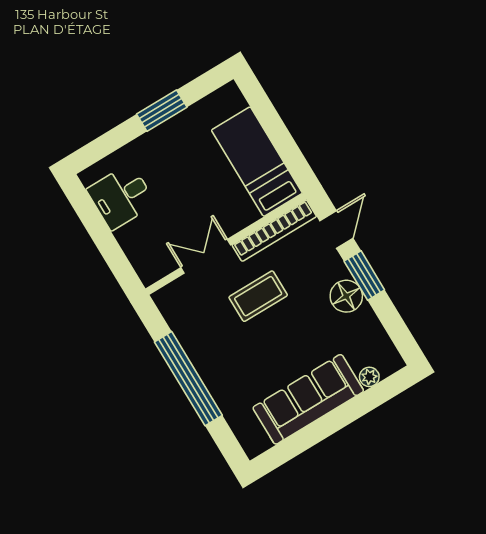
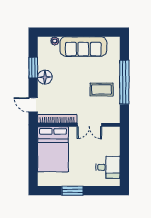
bed: (257, 162) -> (53, 149), width x1.50
door: (336, 229) -> (33, 105), hinge flipped
window: (364, 276) -> (33, 68), moved
coffee table: (258, 296) -> (102, 90), moved

